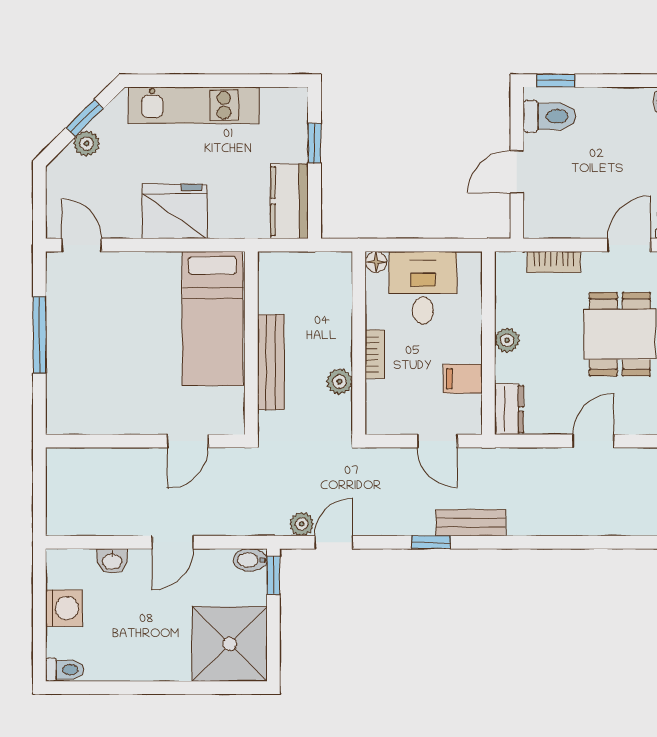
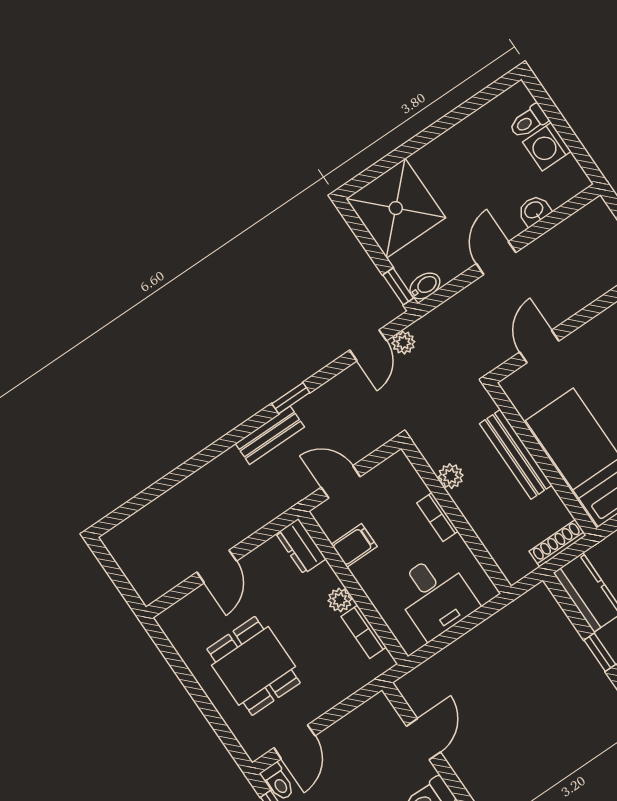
shoe rack: (287, 261) -> (558, 543), added
floor lamp: (376, 262) -> (486, 591), removed
bookcase: (554, 262) -> (364, 632), moved, turned -90
toilet: (65, 670) -> (529, 121), moved

